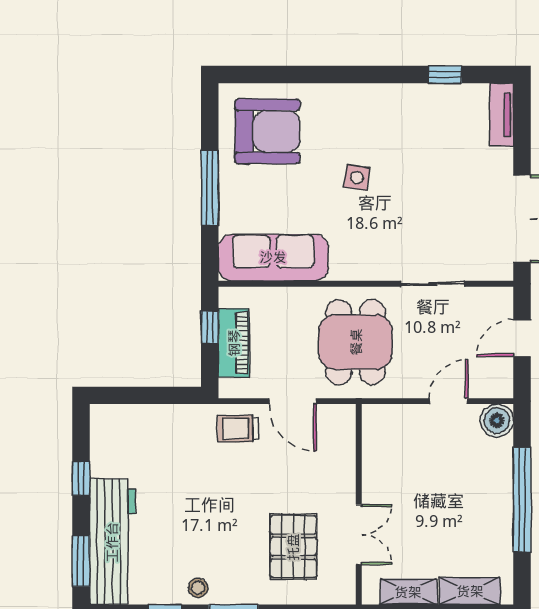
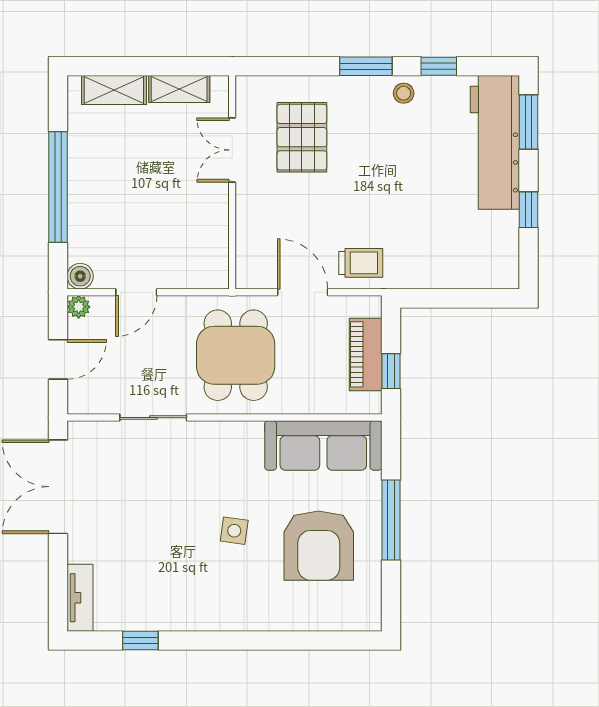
armchair: (267, 131) -> (319, 546), moved, turned -90
plant: (503, 388) -> (79, 307), added
boiler: (497, 421) -> (80, 276), width x0.73, depth x0.73

